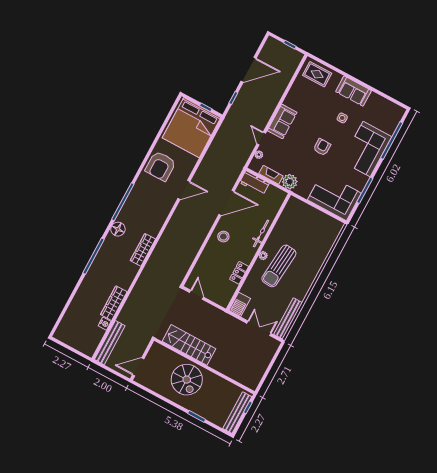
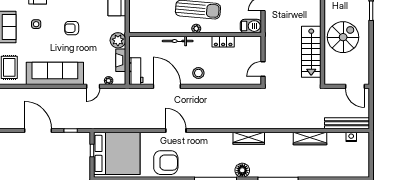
sofa: (282, 121) -> (55, 73), width x1.85, depth x1.27
nightstand: (105, 324) -> (351, 137), moved

